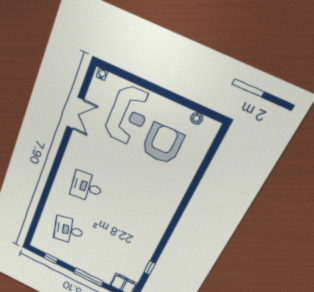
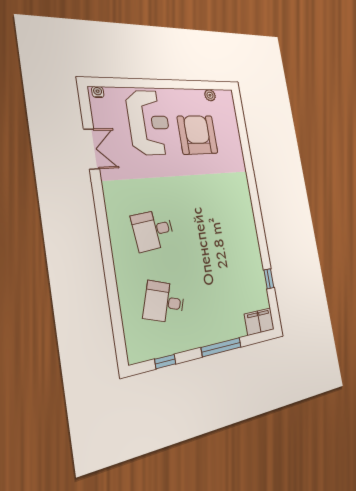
desk: (69, 230) -> (164, 302), turned 30

